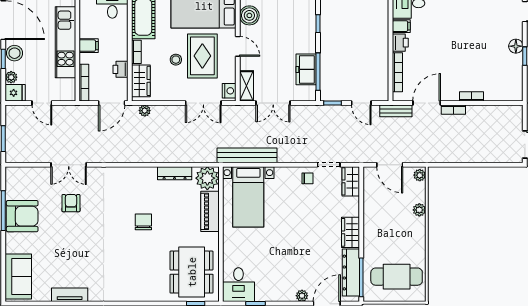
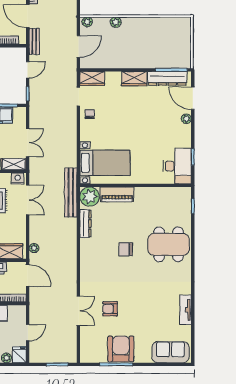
bench: (247, 155) -> (71, 192), moved
dining table: (192, 272) -> (169, 244), moved
cafe table: (397, 277) -> (171, 41), removed
desk: (238, 285) -> (177, 166), width x1.37

